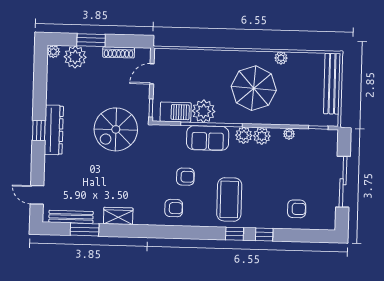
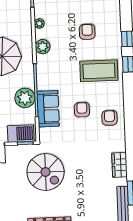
barbecue: (176, 112) -> (21, 134), moved, turned 90
plant: (244, 135) -> (43, 62), removed
sofa: (208, 138) -> (48, 109), moved
armchair: (297, 209) -> (87, 32), moved

